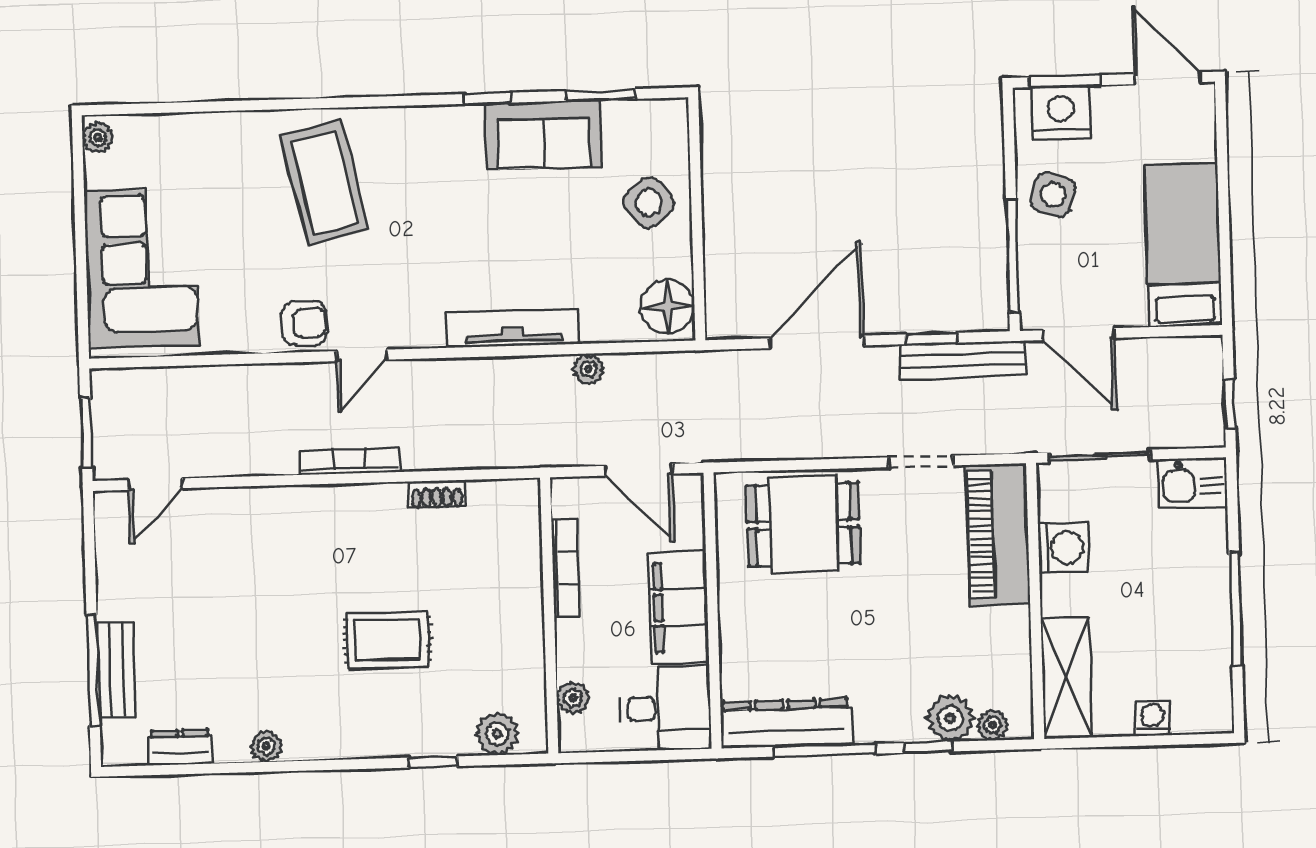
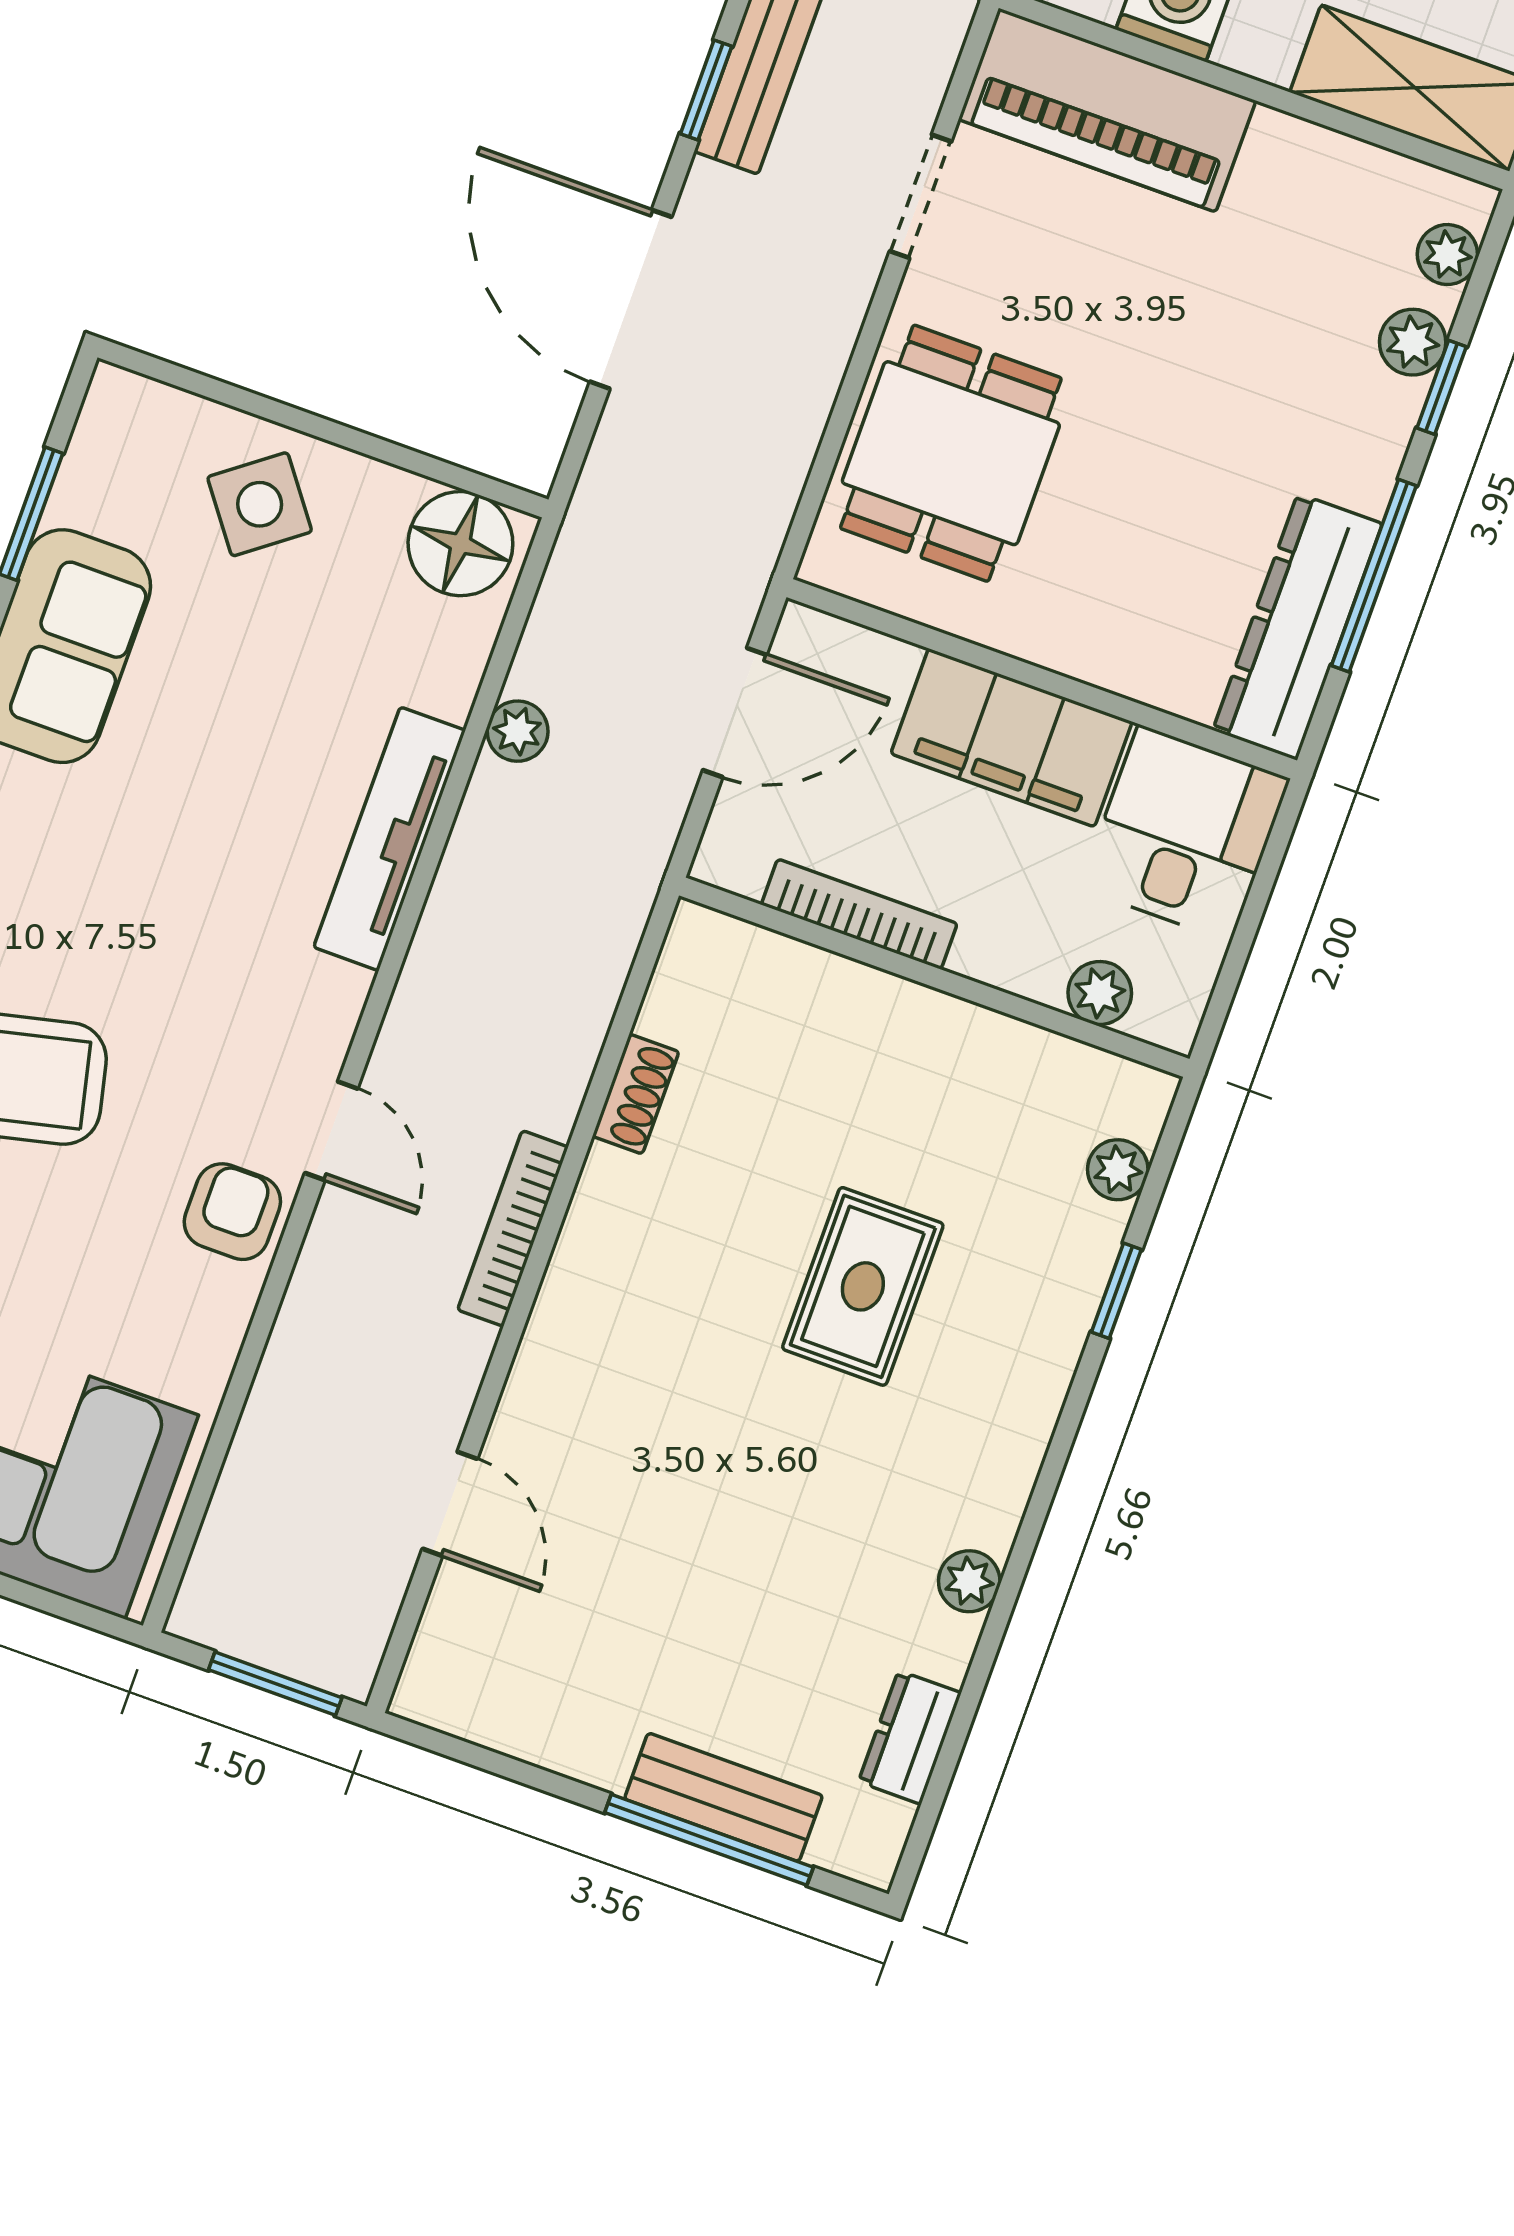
door: (156, 484) -> (450, 1504), moved
plant: (950, 718) -> (1413, 342), width x0.73, depth x0.73
plant: (497, 734) -> (1118, 1170), width x0.73, depth x0.73

